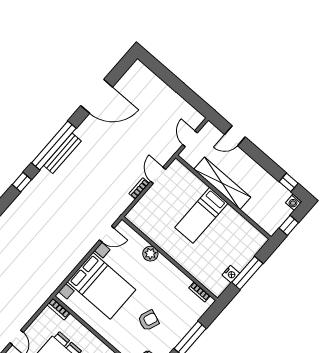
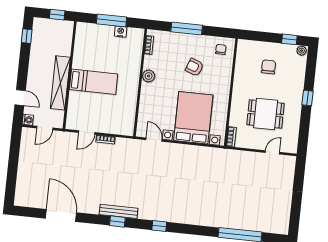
window: (54, 145) -> (117, 221), width x0.32
washing machine: (294, 202) -> (28, 120), moved
plant: (150, 254) -> (149, 76), moved

